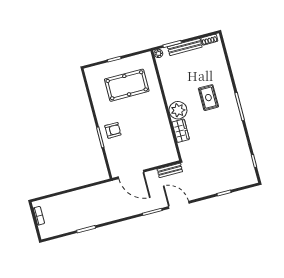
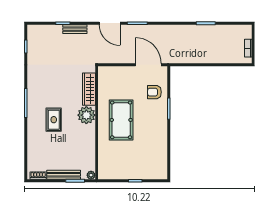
pool table: (127, 85) -> (121, 120), moved, turned 90
armchair: (113, 130) -> (154, 92), moved
wardrobe: (181, 131) -> (89, 89), width x1.50
bench: (170, 170) -> (75, 29), moved

